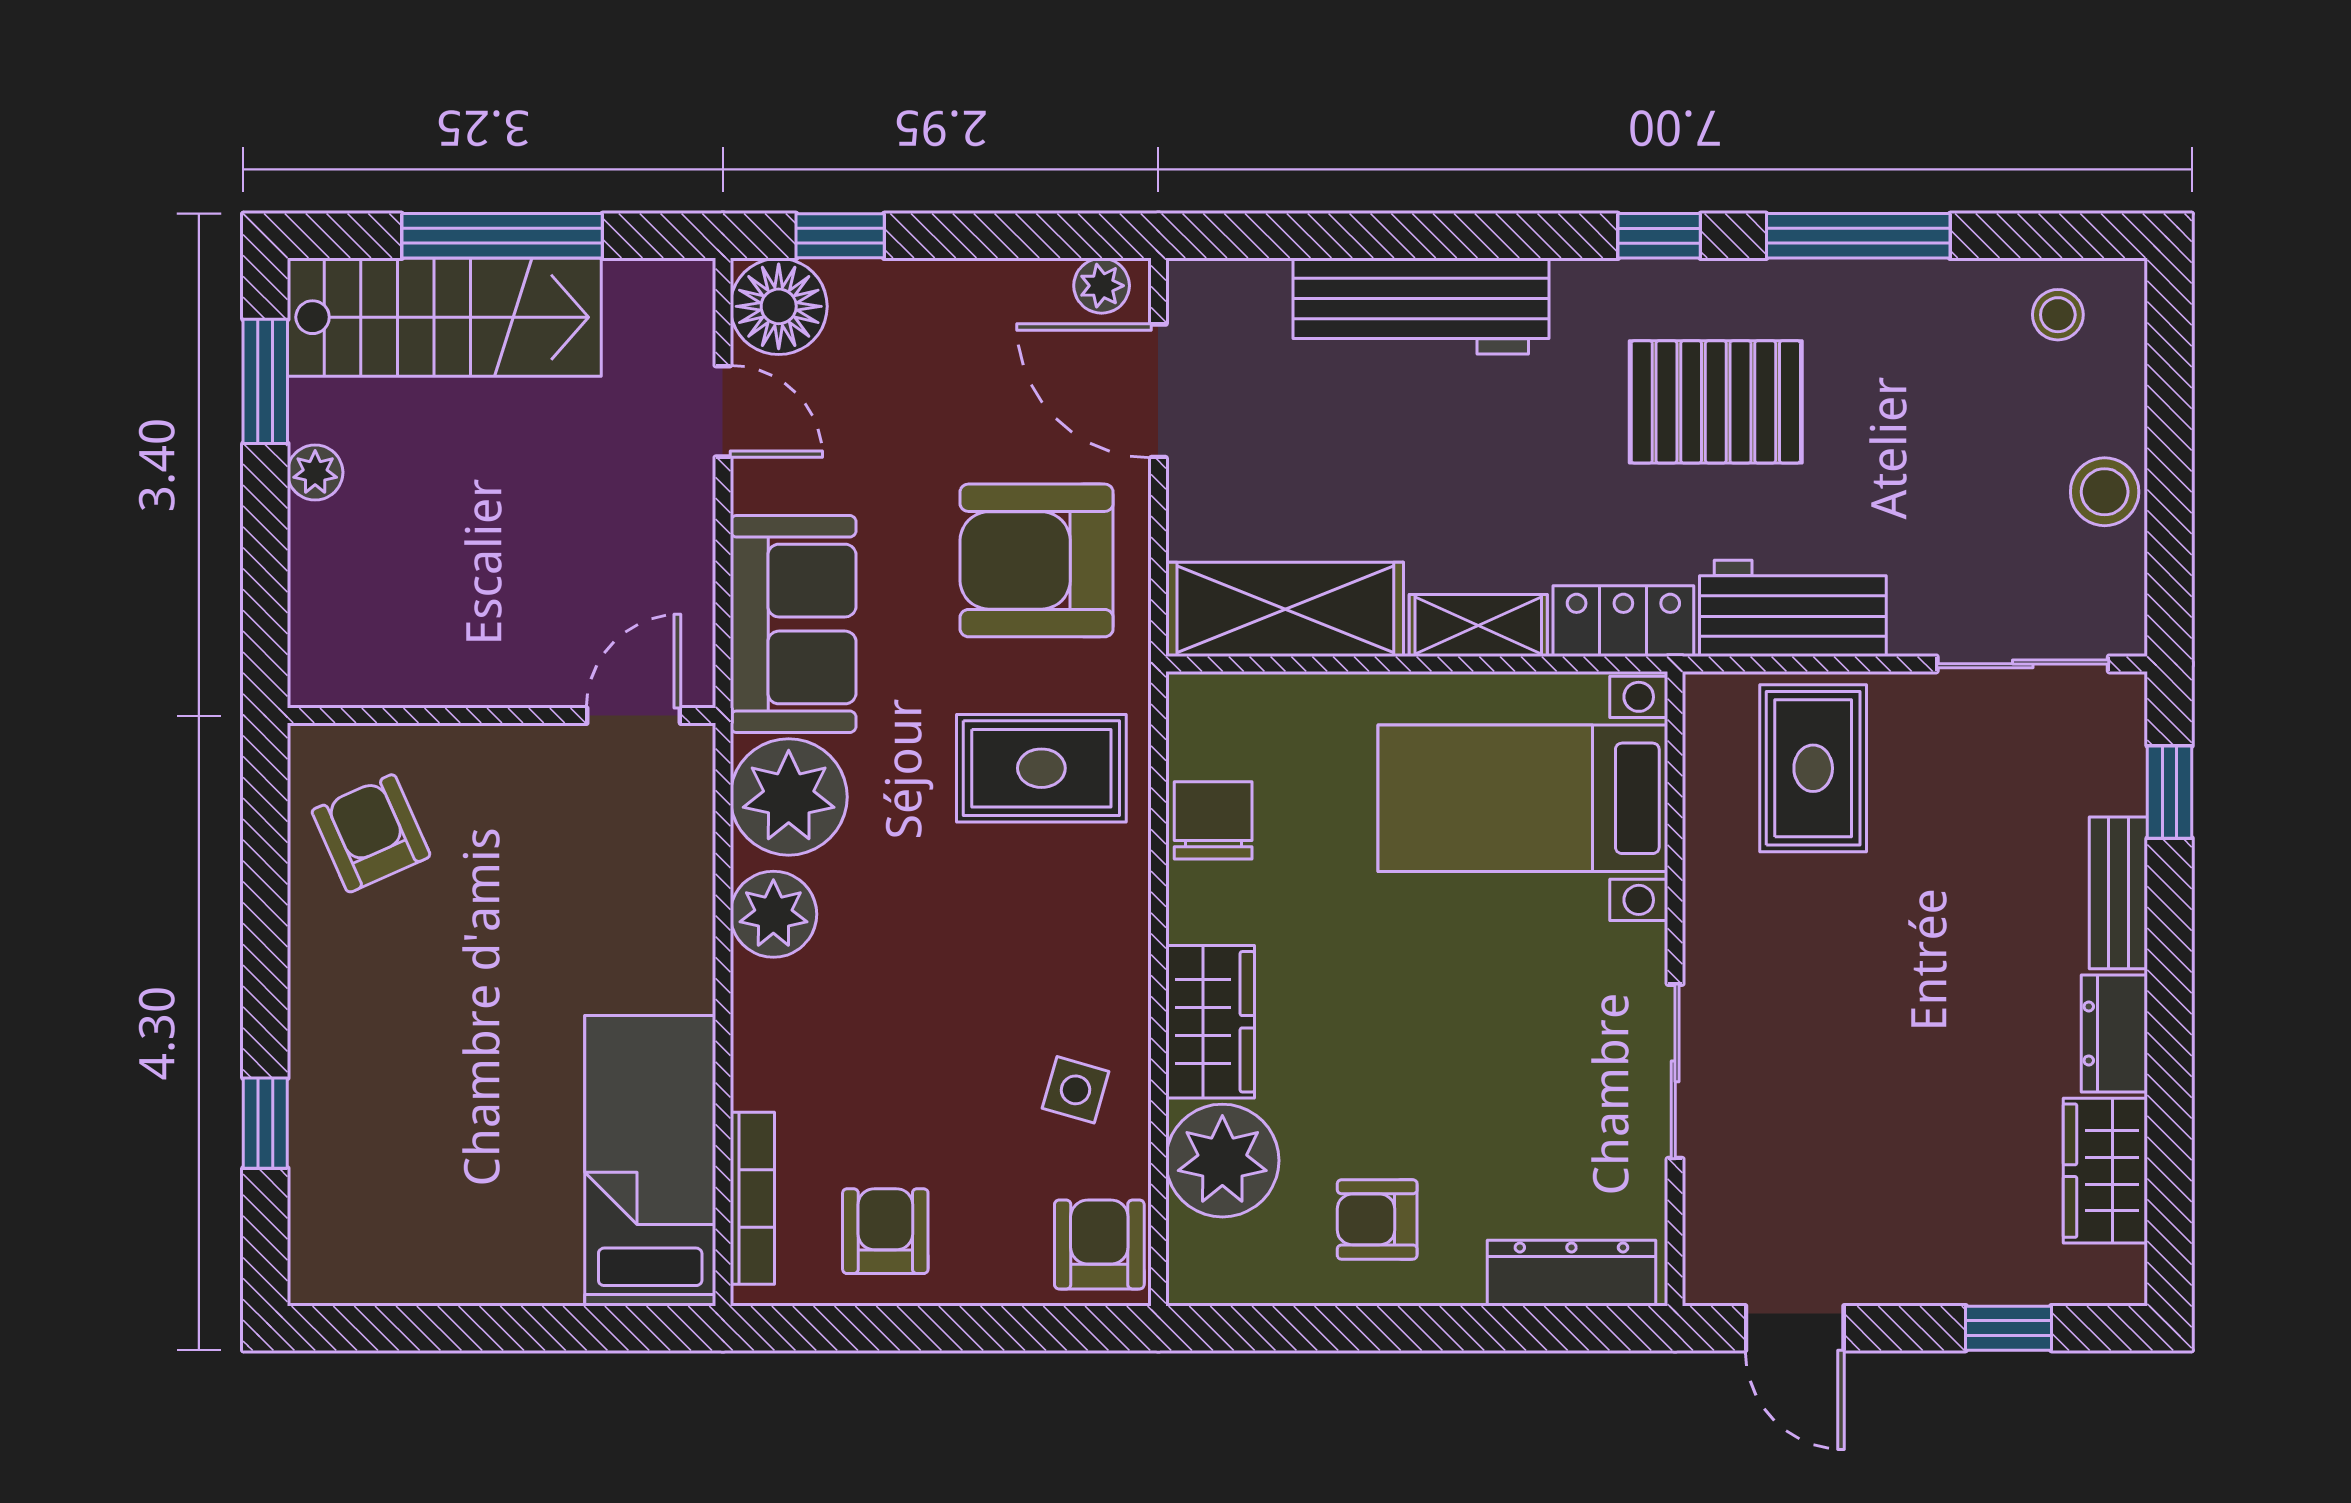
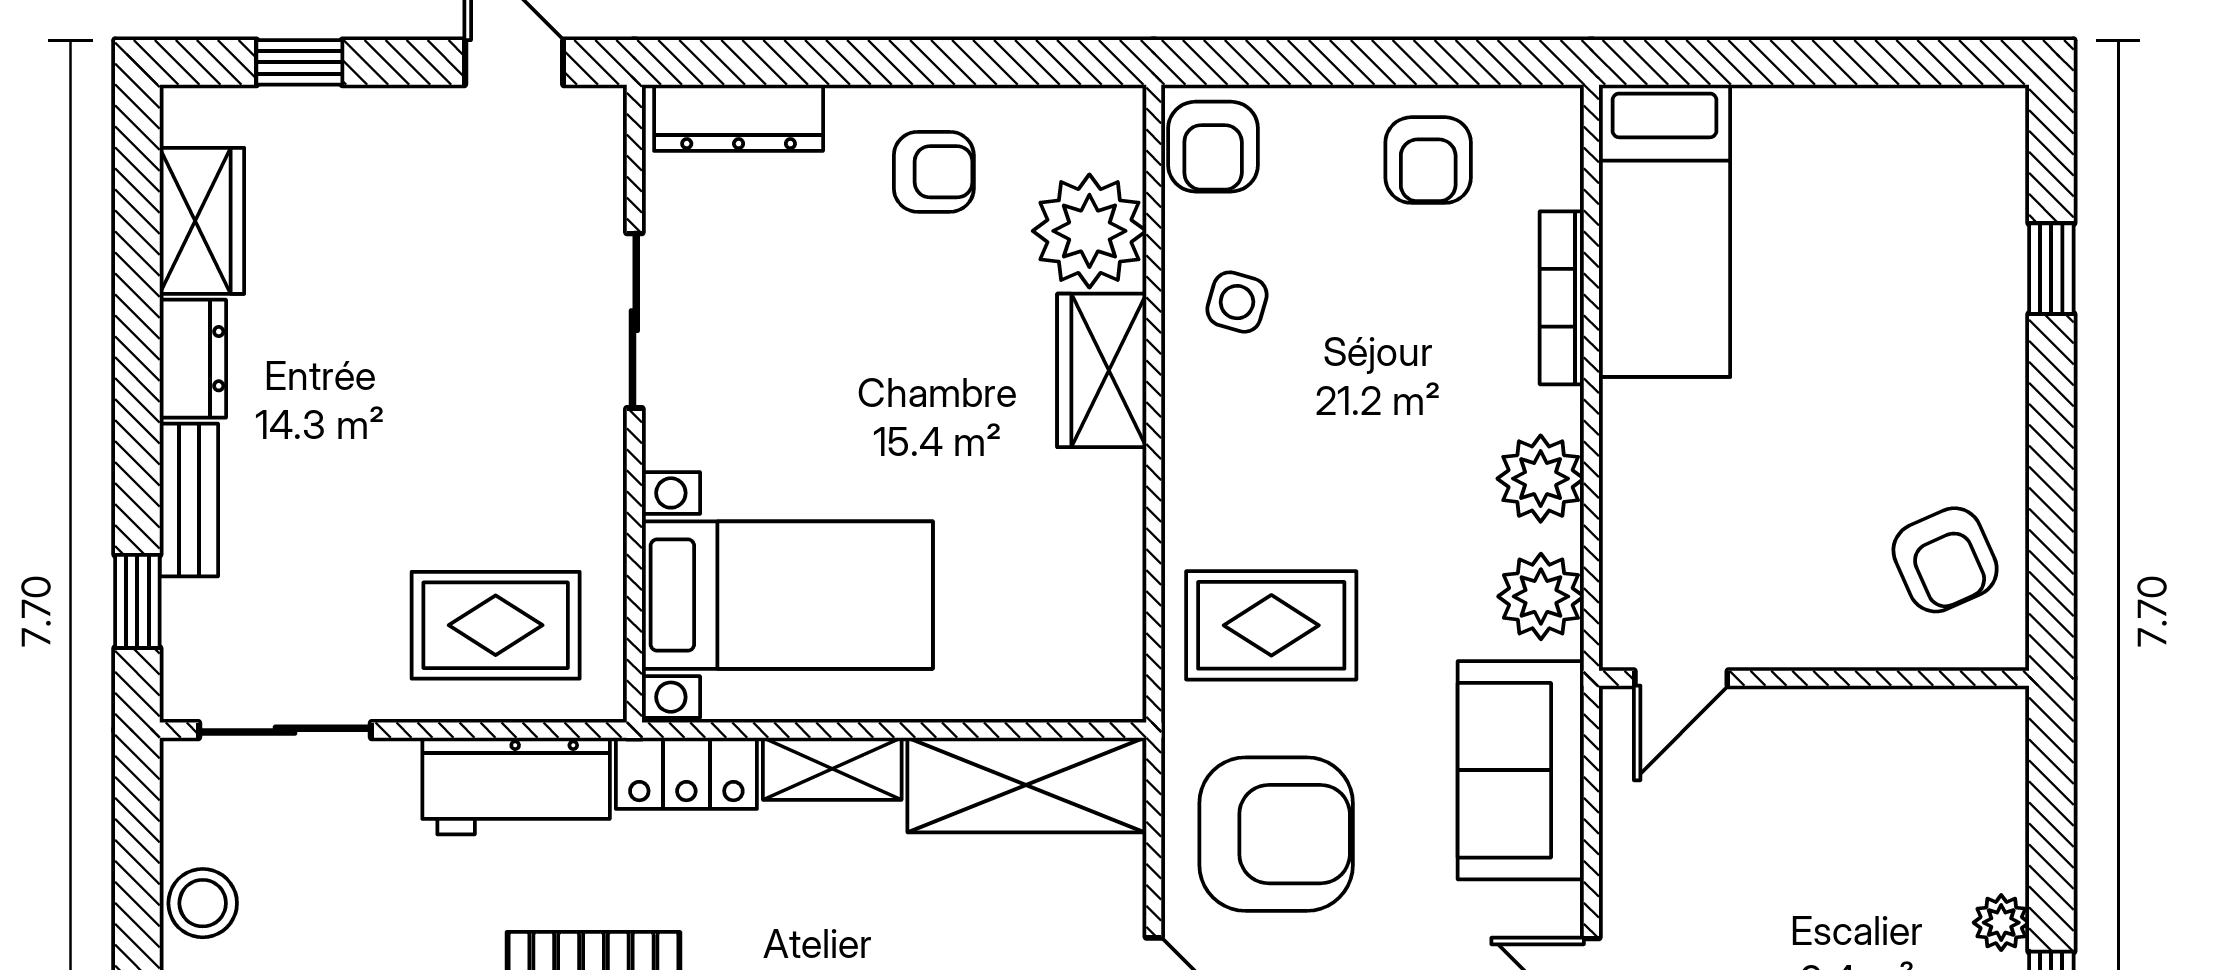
rug: (1813, 768) -> (496, 625), turned 90
plant: (789, 797) -> (1541, 596), width x0.73, depth x0.73
chair: (1213, 820) -> (1099, 573), removed
bookcase: (752, 1198) -> (1562, 298), moved

